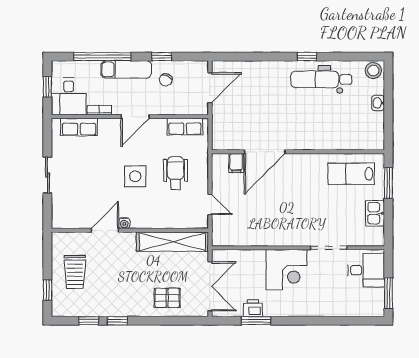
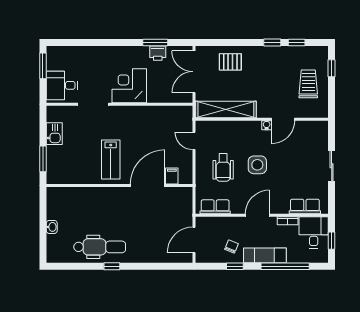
stool: (373, 70) -> (56, 254), removed
lab bench: (351, 174) -> (111, 160), moved, turned 90

